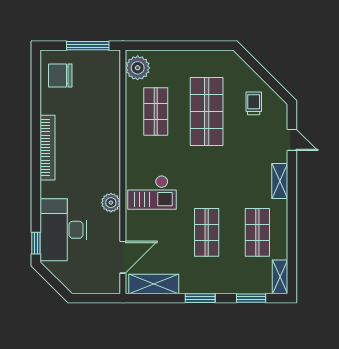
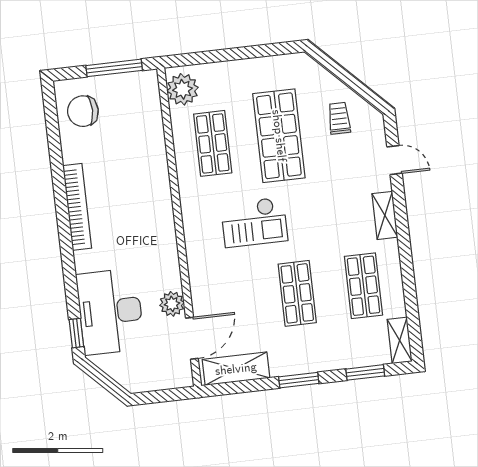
checkout: (152, 192) -> (254, 222), moved
plant: (111, 203) -> (172, 304), moved

